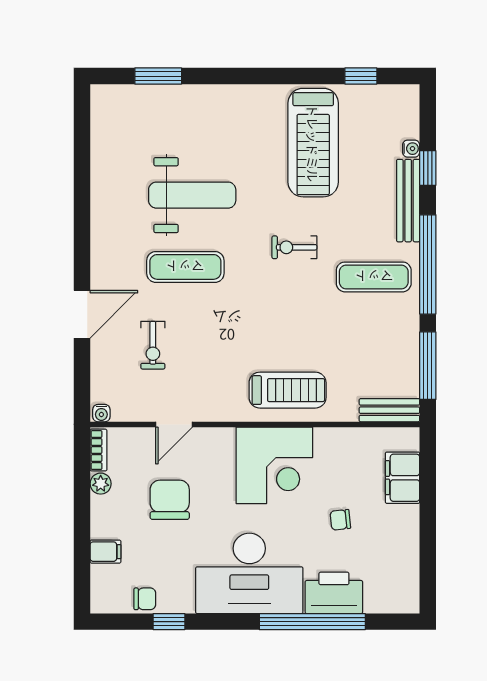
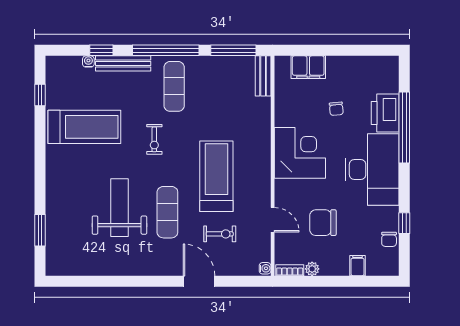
treadmill: (288, 390) -> (216, 176), moved, width x1.37, depth x1.38
chair: (145, 599) -> (389, 239), turned 180

